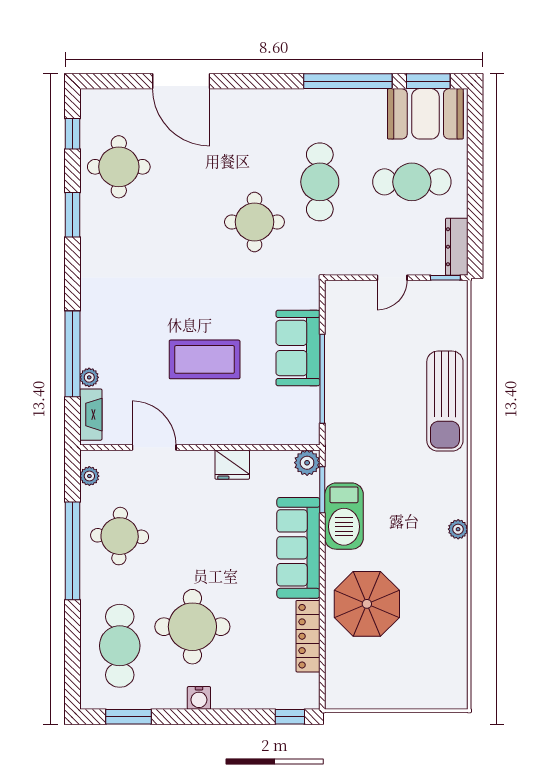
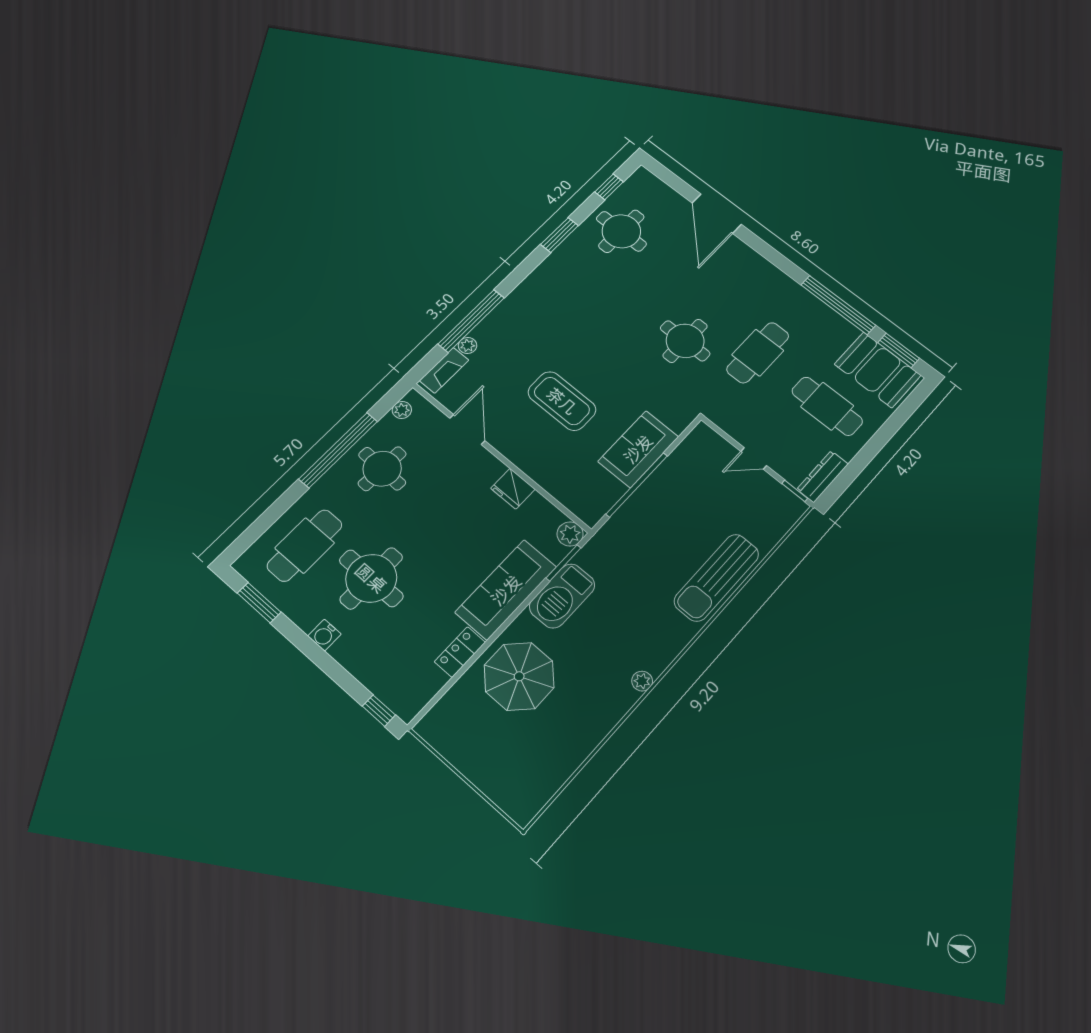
locker: (308, 636) -> (460, 652), width x0.66

